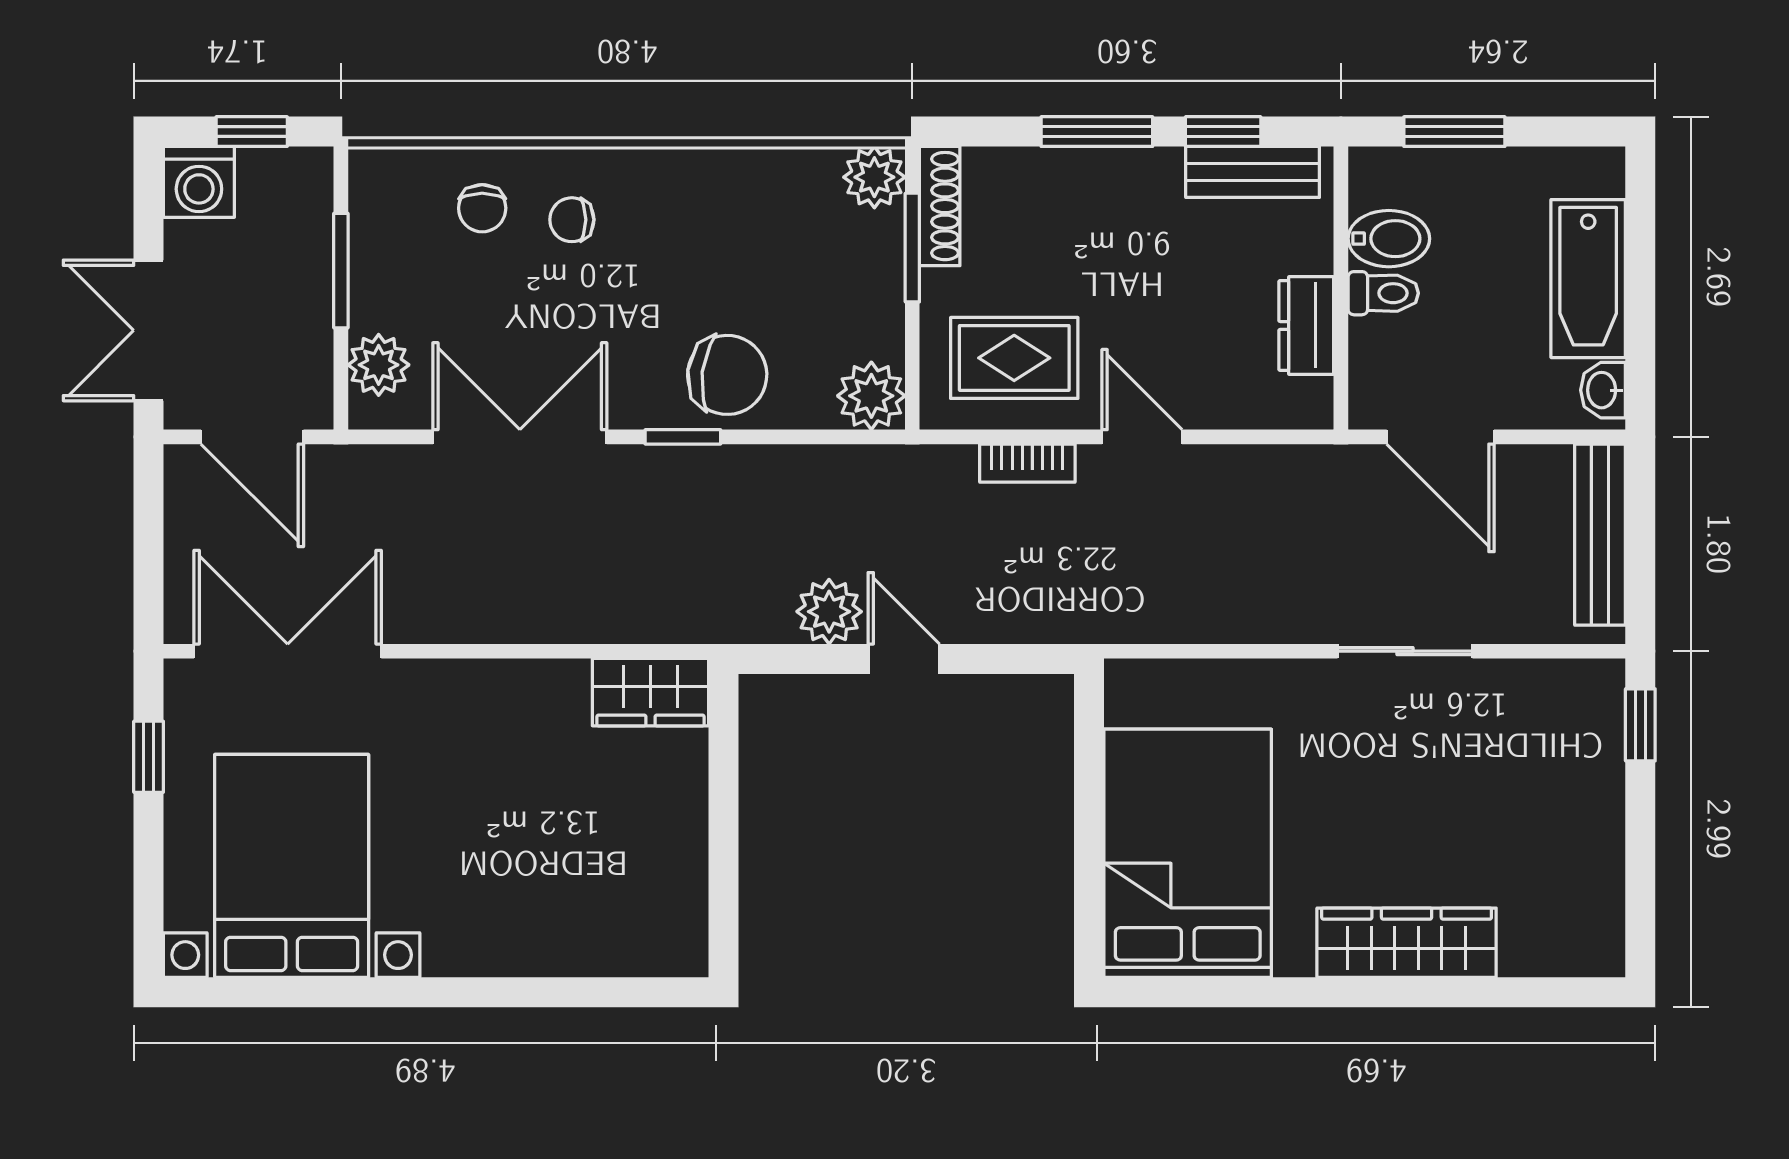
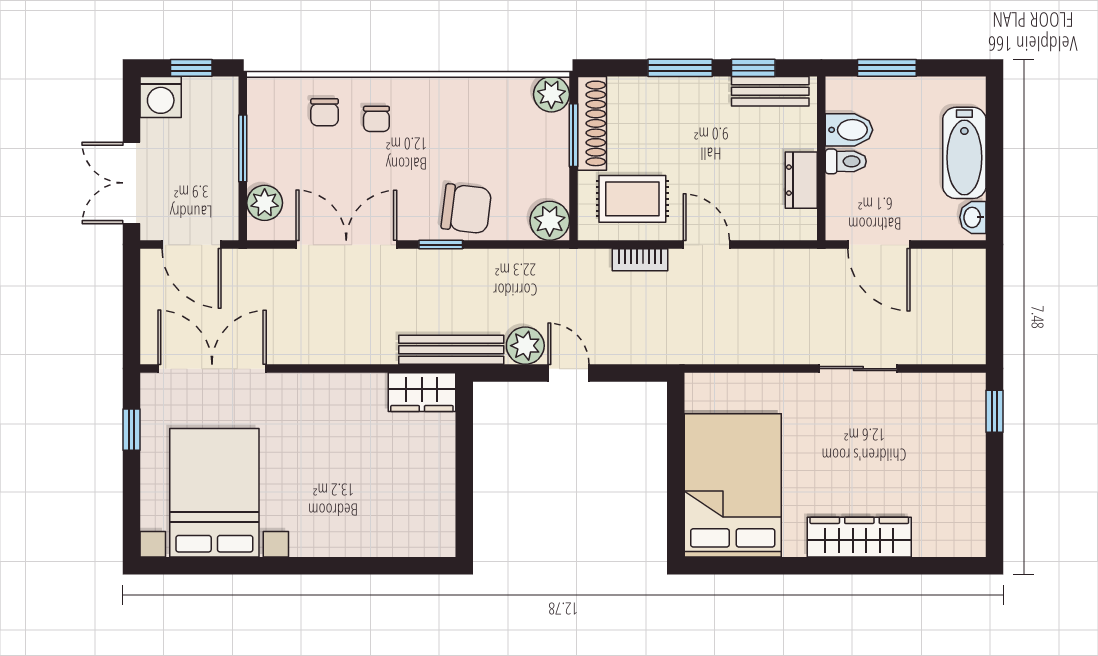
shoe rack: (940, 206) -> (592, 123), width x1.36, depth x1.24
chair: (572, 220) -> (376, 119), turned -90
bench: (1600, 535) -> (451, 350), moved, turned 90

